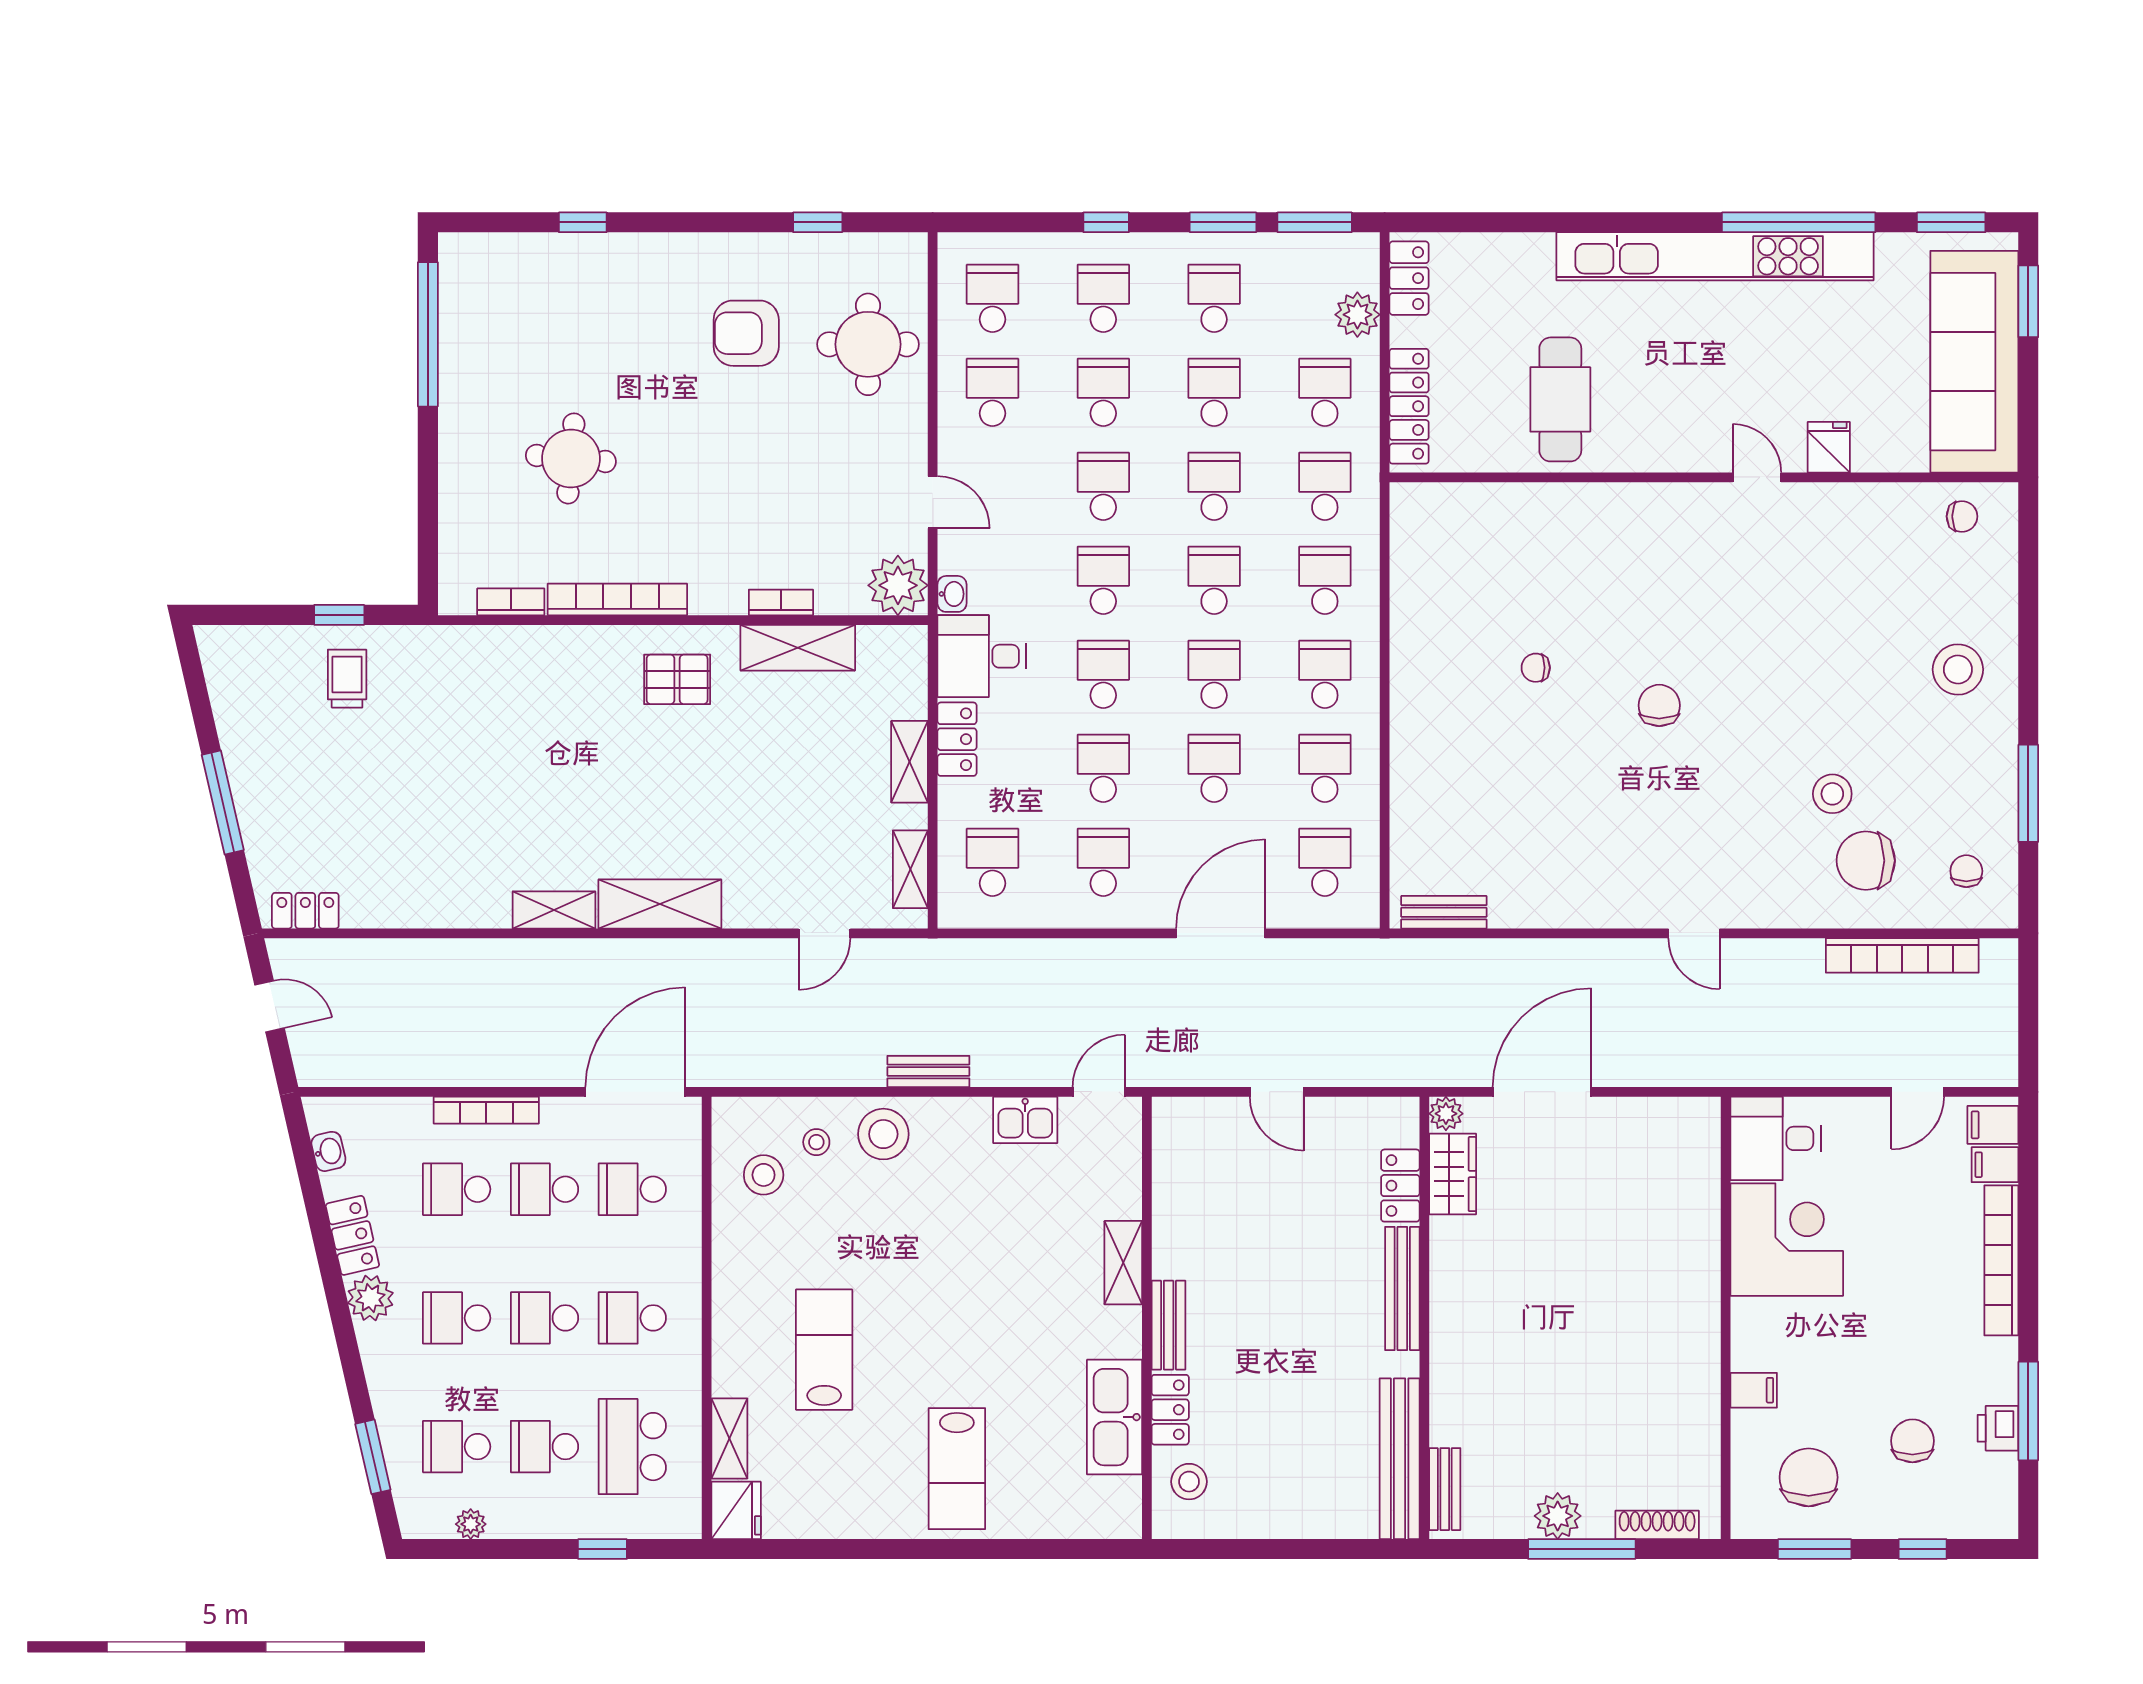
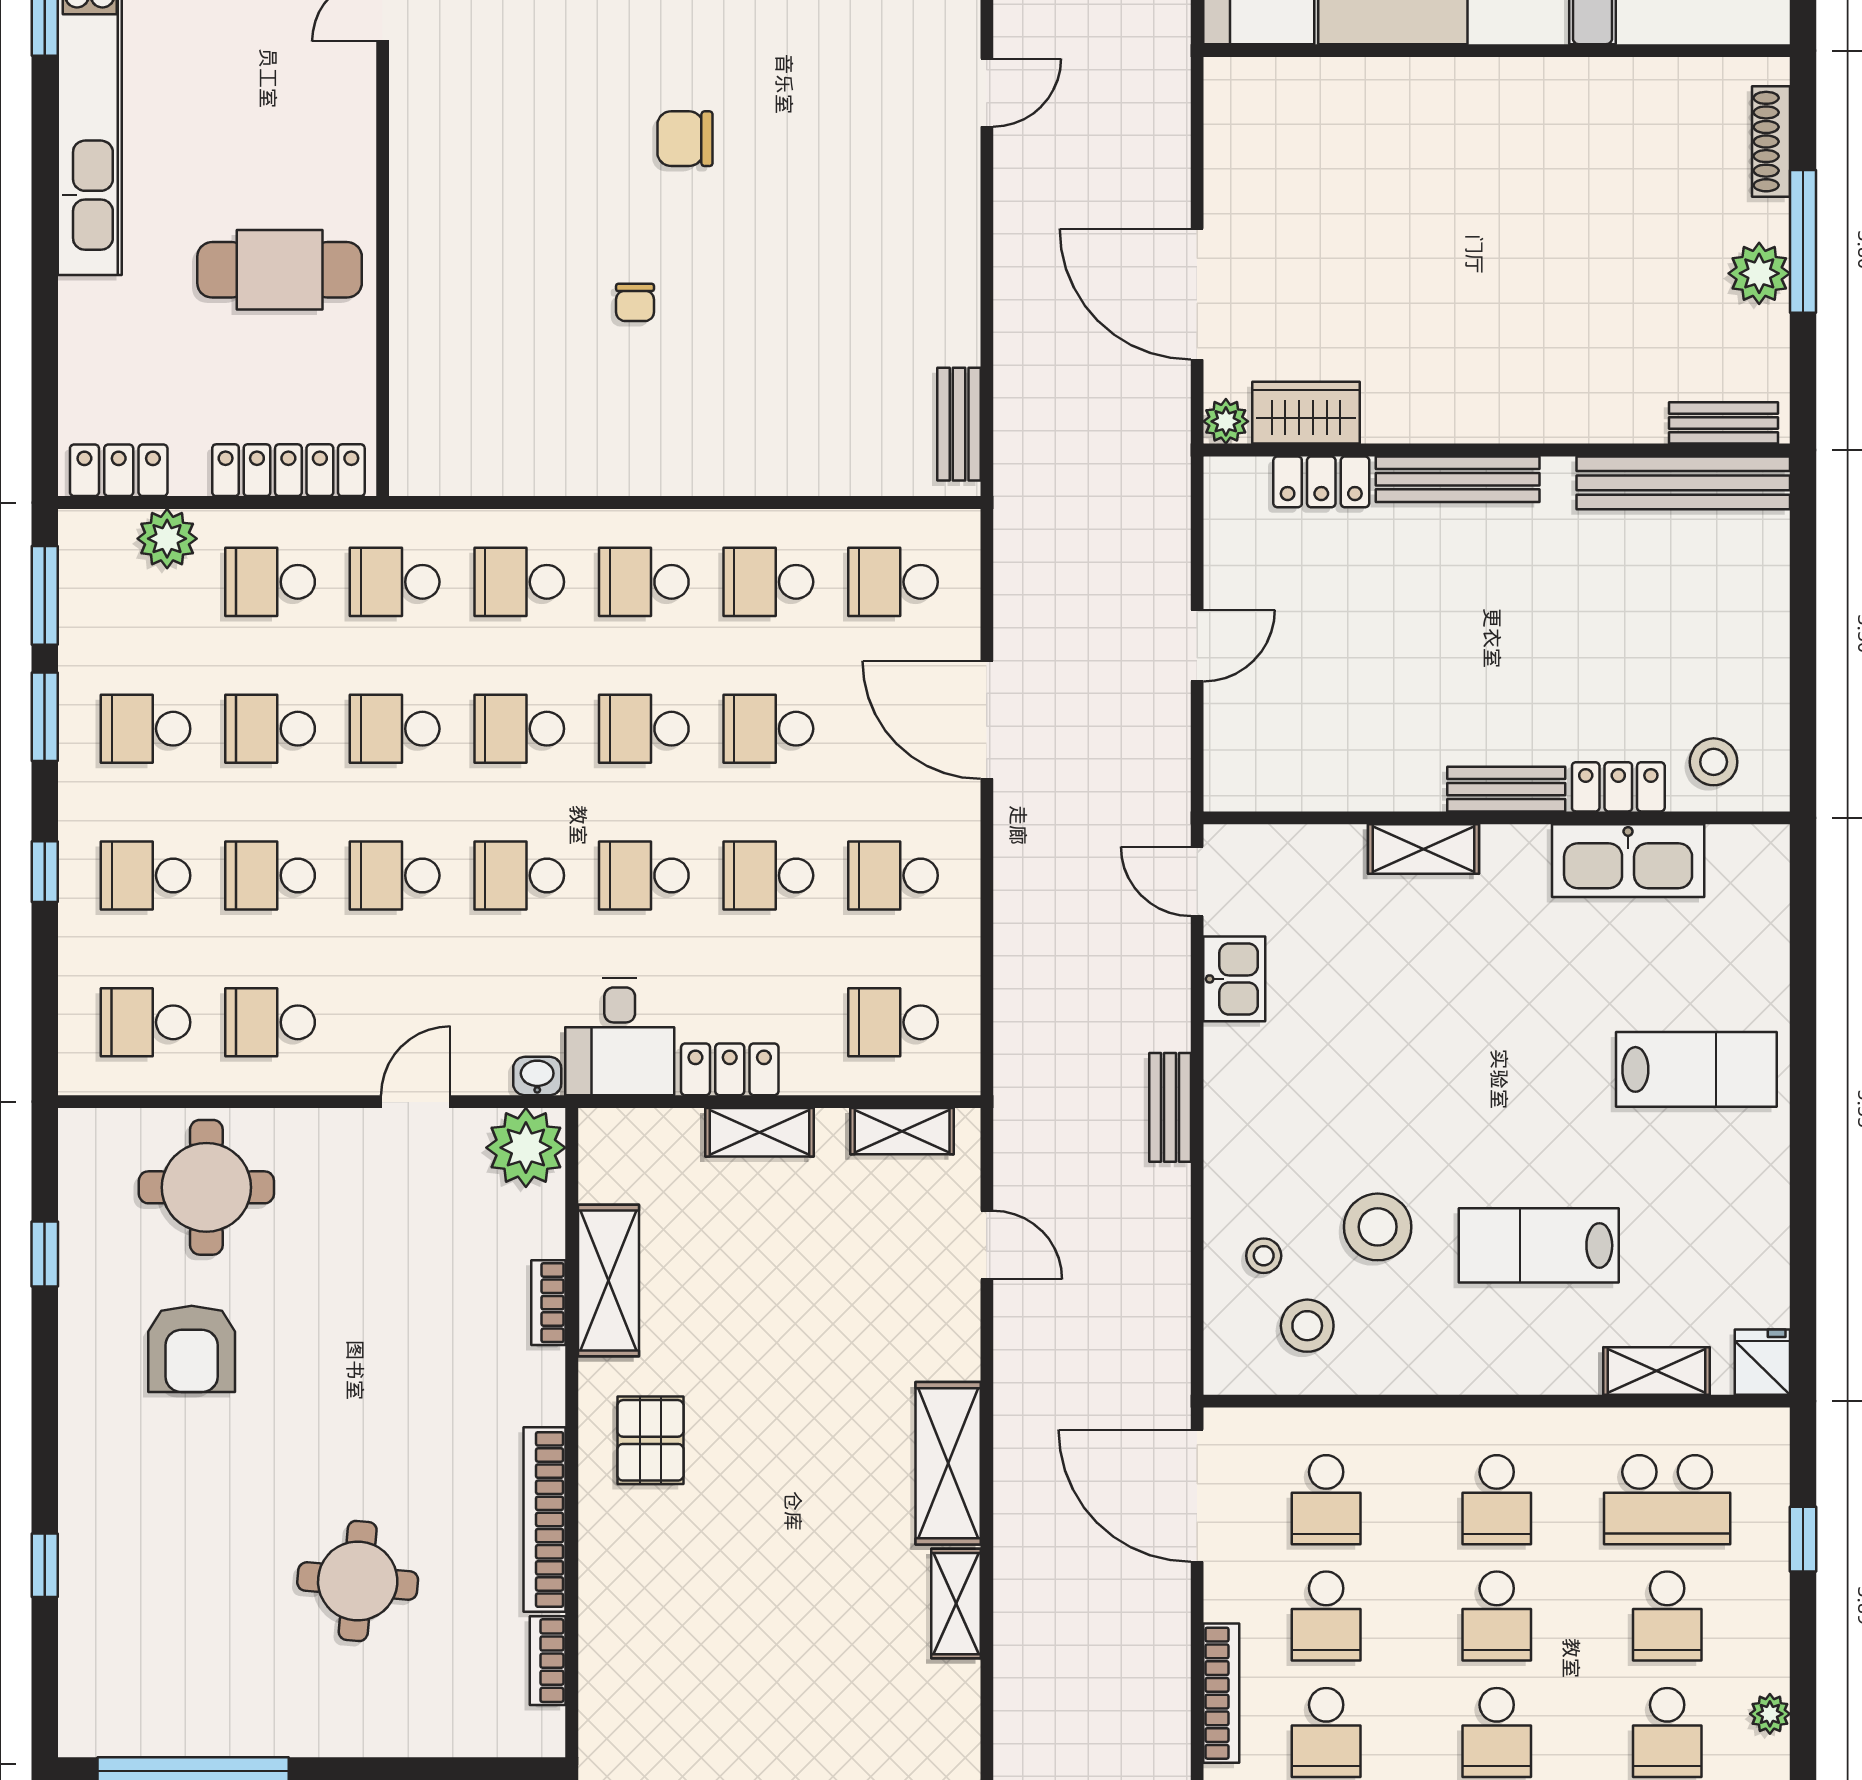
stool: (883, 1134) -> (1378, 1227), moved
fridge: (736, 1510) -> (1762, 1362), width x0.72

